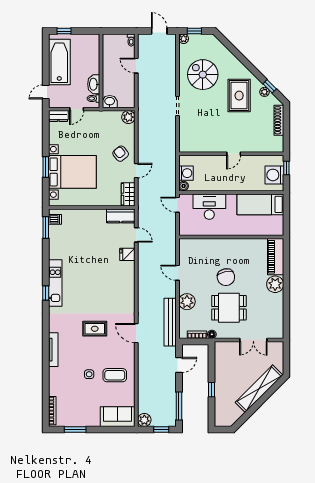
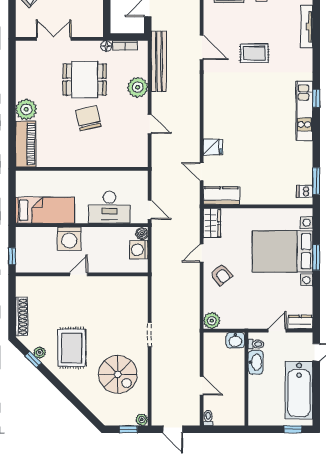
washing machine: (274, 175) -> (69, 239), moved, turned 90

